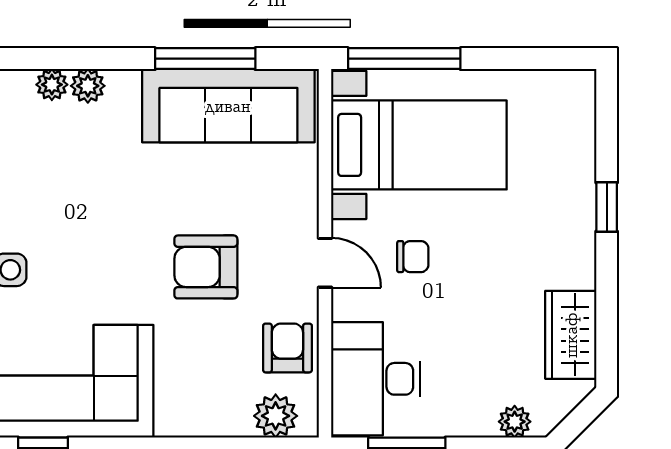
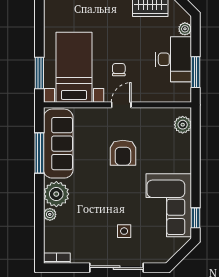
window: (404, 59) -> (39, 73), width x0.69
plant: (88, 86) -> (56, 194), width x1.87, depth x1.87
armchair: (287, 348) -> (155, 120), removed
desk: (376, 379) -> (173, 59), moved, turned -90

